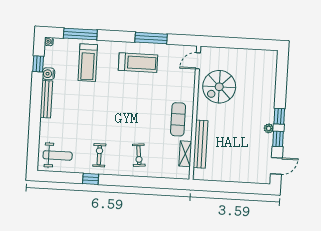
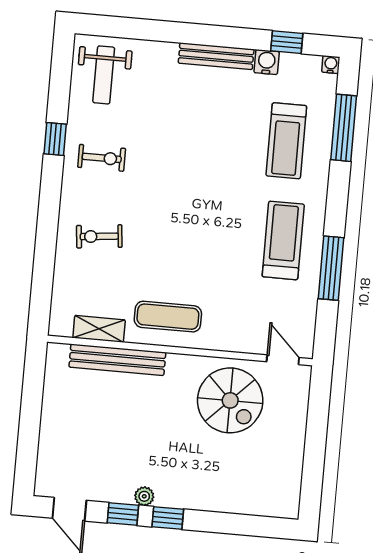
treadmill: (88, 63) -> (286, 141), turned -90
treadmill: (138, 63) -> (283, 240), turned 180
spiral stairs: (219, 87) -> (230, 400), turned 180

